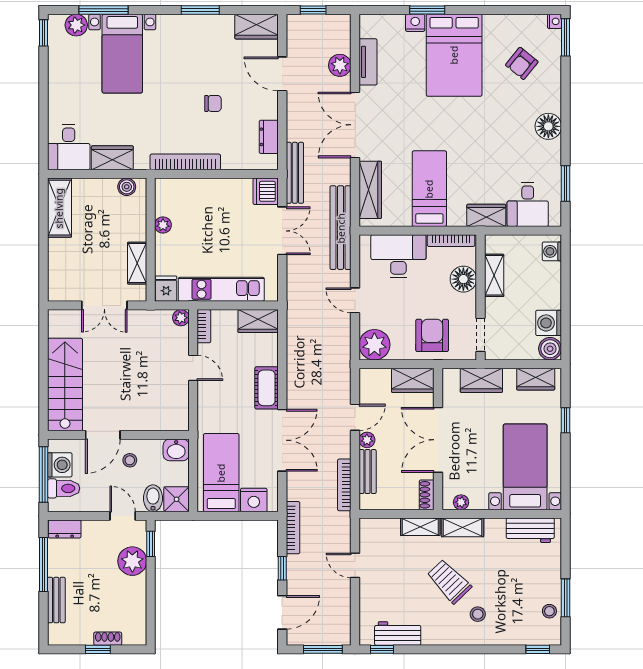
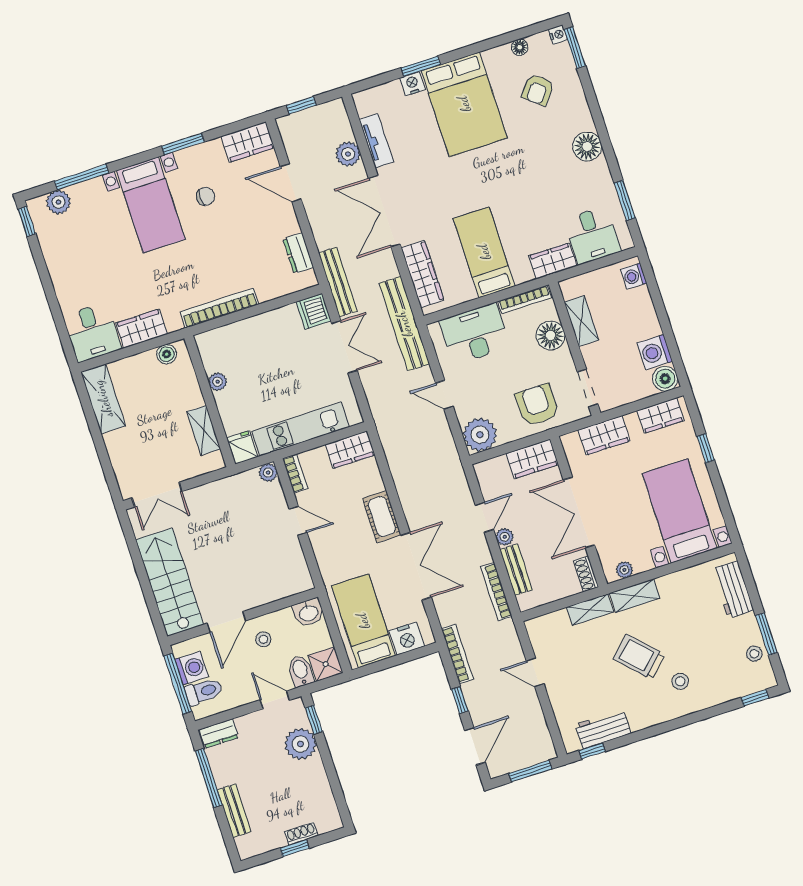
floor lamp: (518, 22) -> (520, 47), added
bed with nightstands: (122, 54) -> (151, 205), moved
chair: (213, 103) -> (205, 196), moved
double door: (104, 305) -> (157, 495), moved
workbench: (530, 530) -> (733, 590), moved, turned 90

